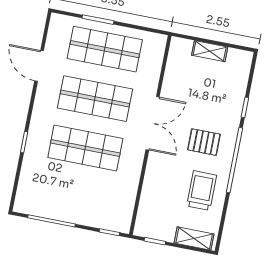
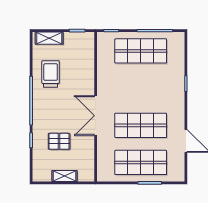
pallet: (204, 142) -> (59, 141), moved
shop shelf: (85, 148) -> (141, 51), moved
trolley: (202, 191) -> (51, 74), turned 180

